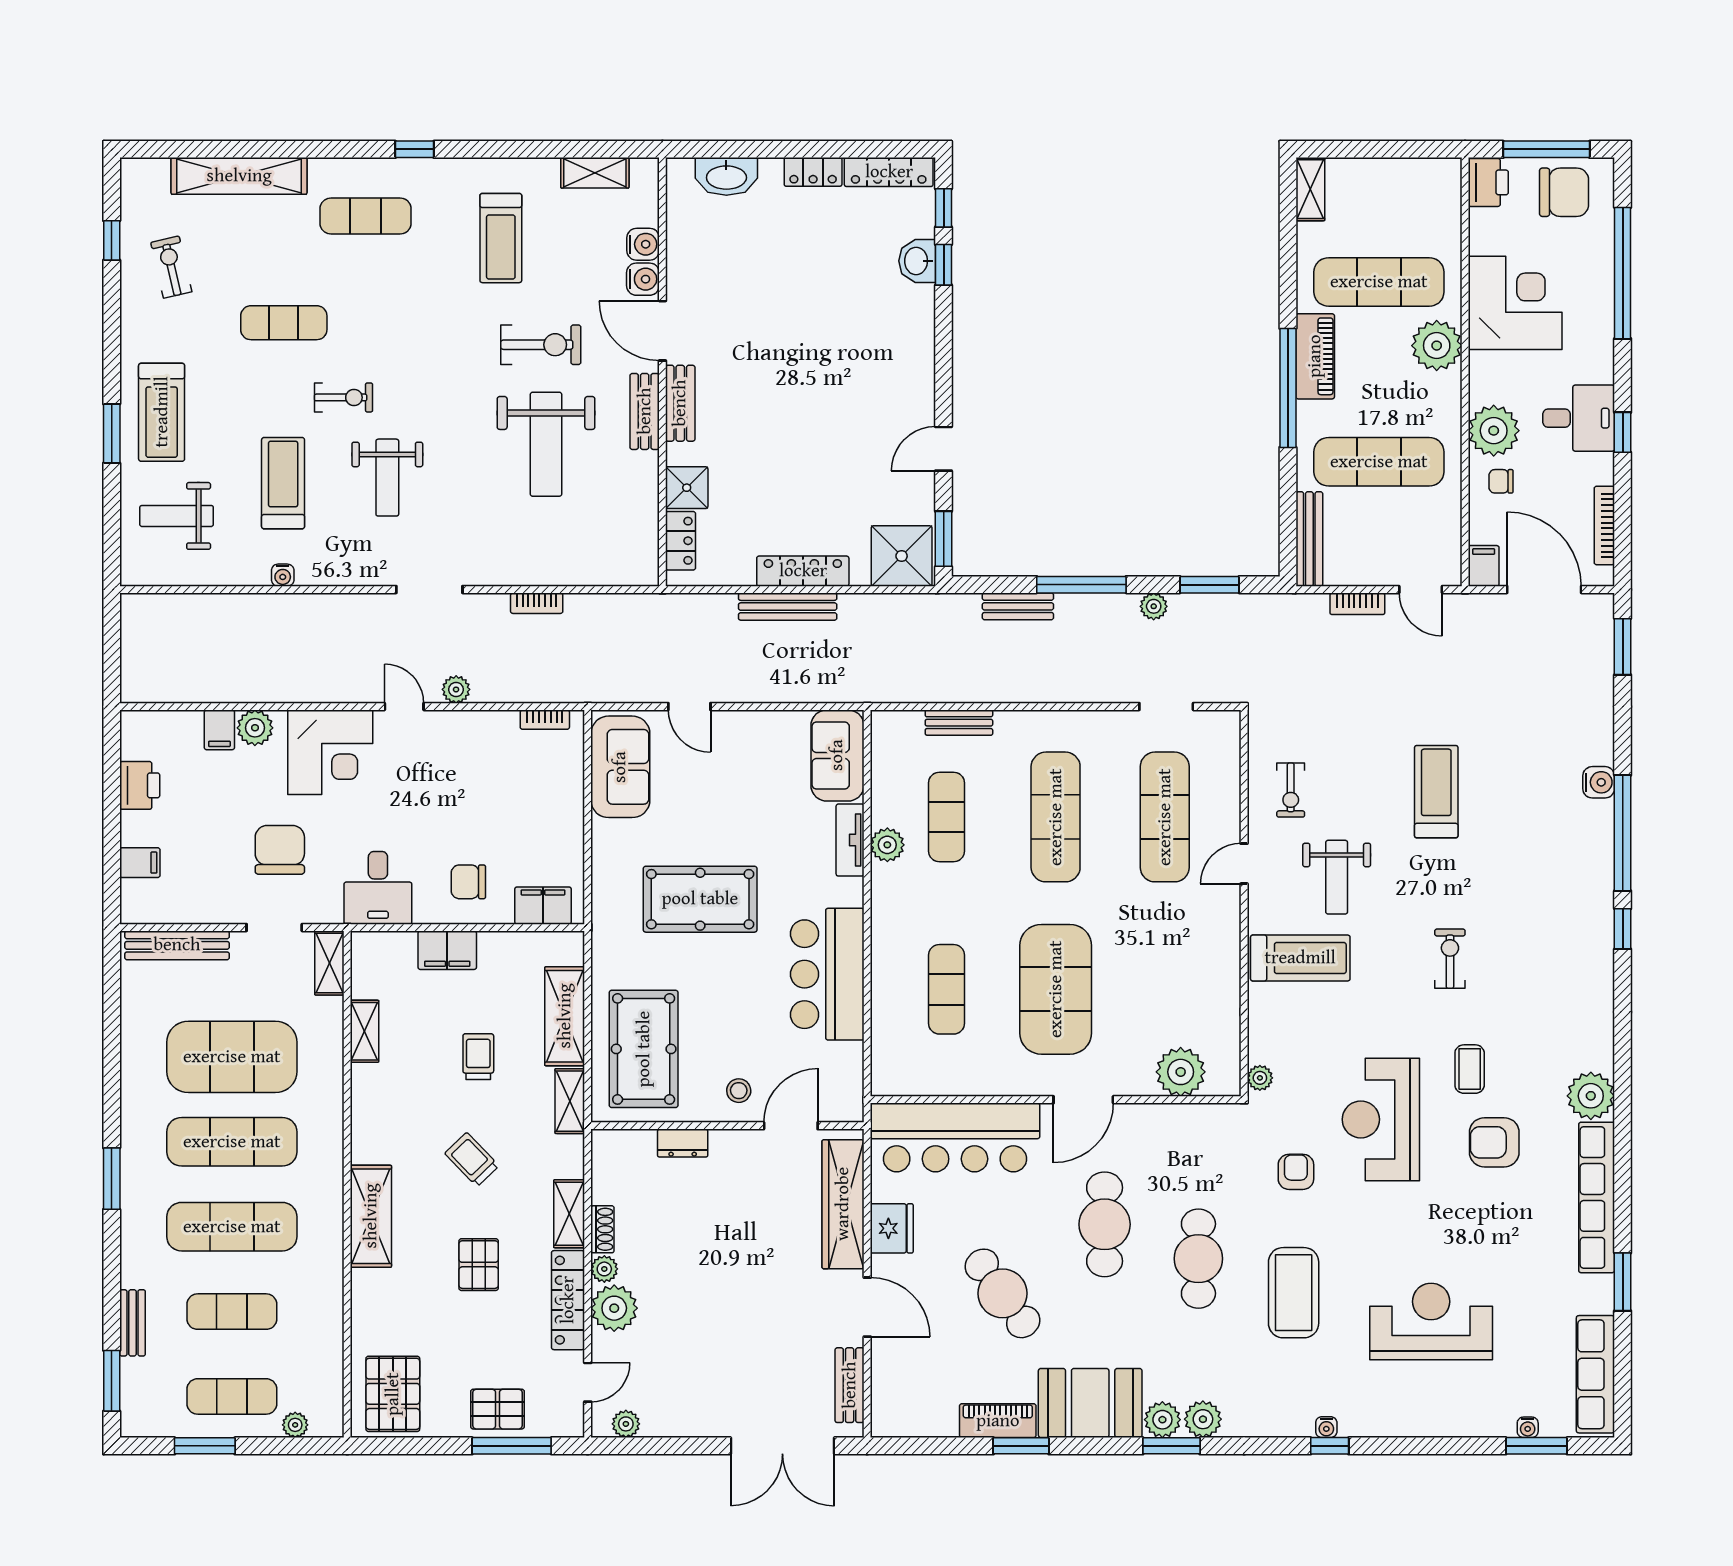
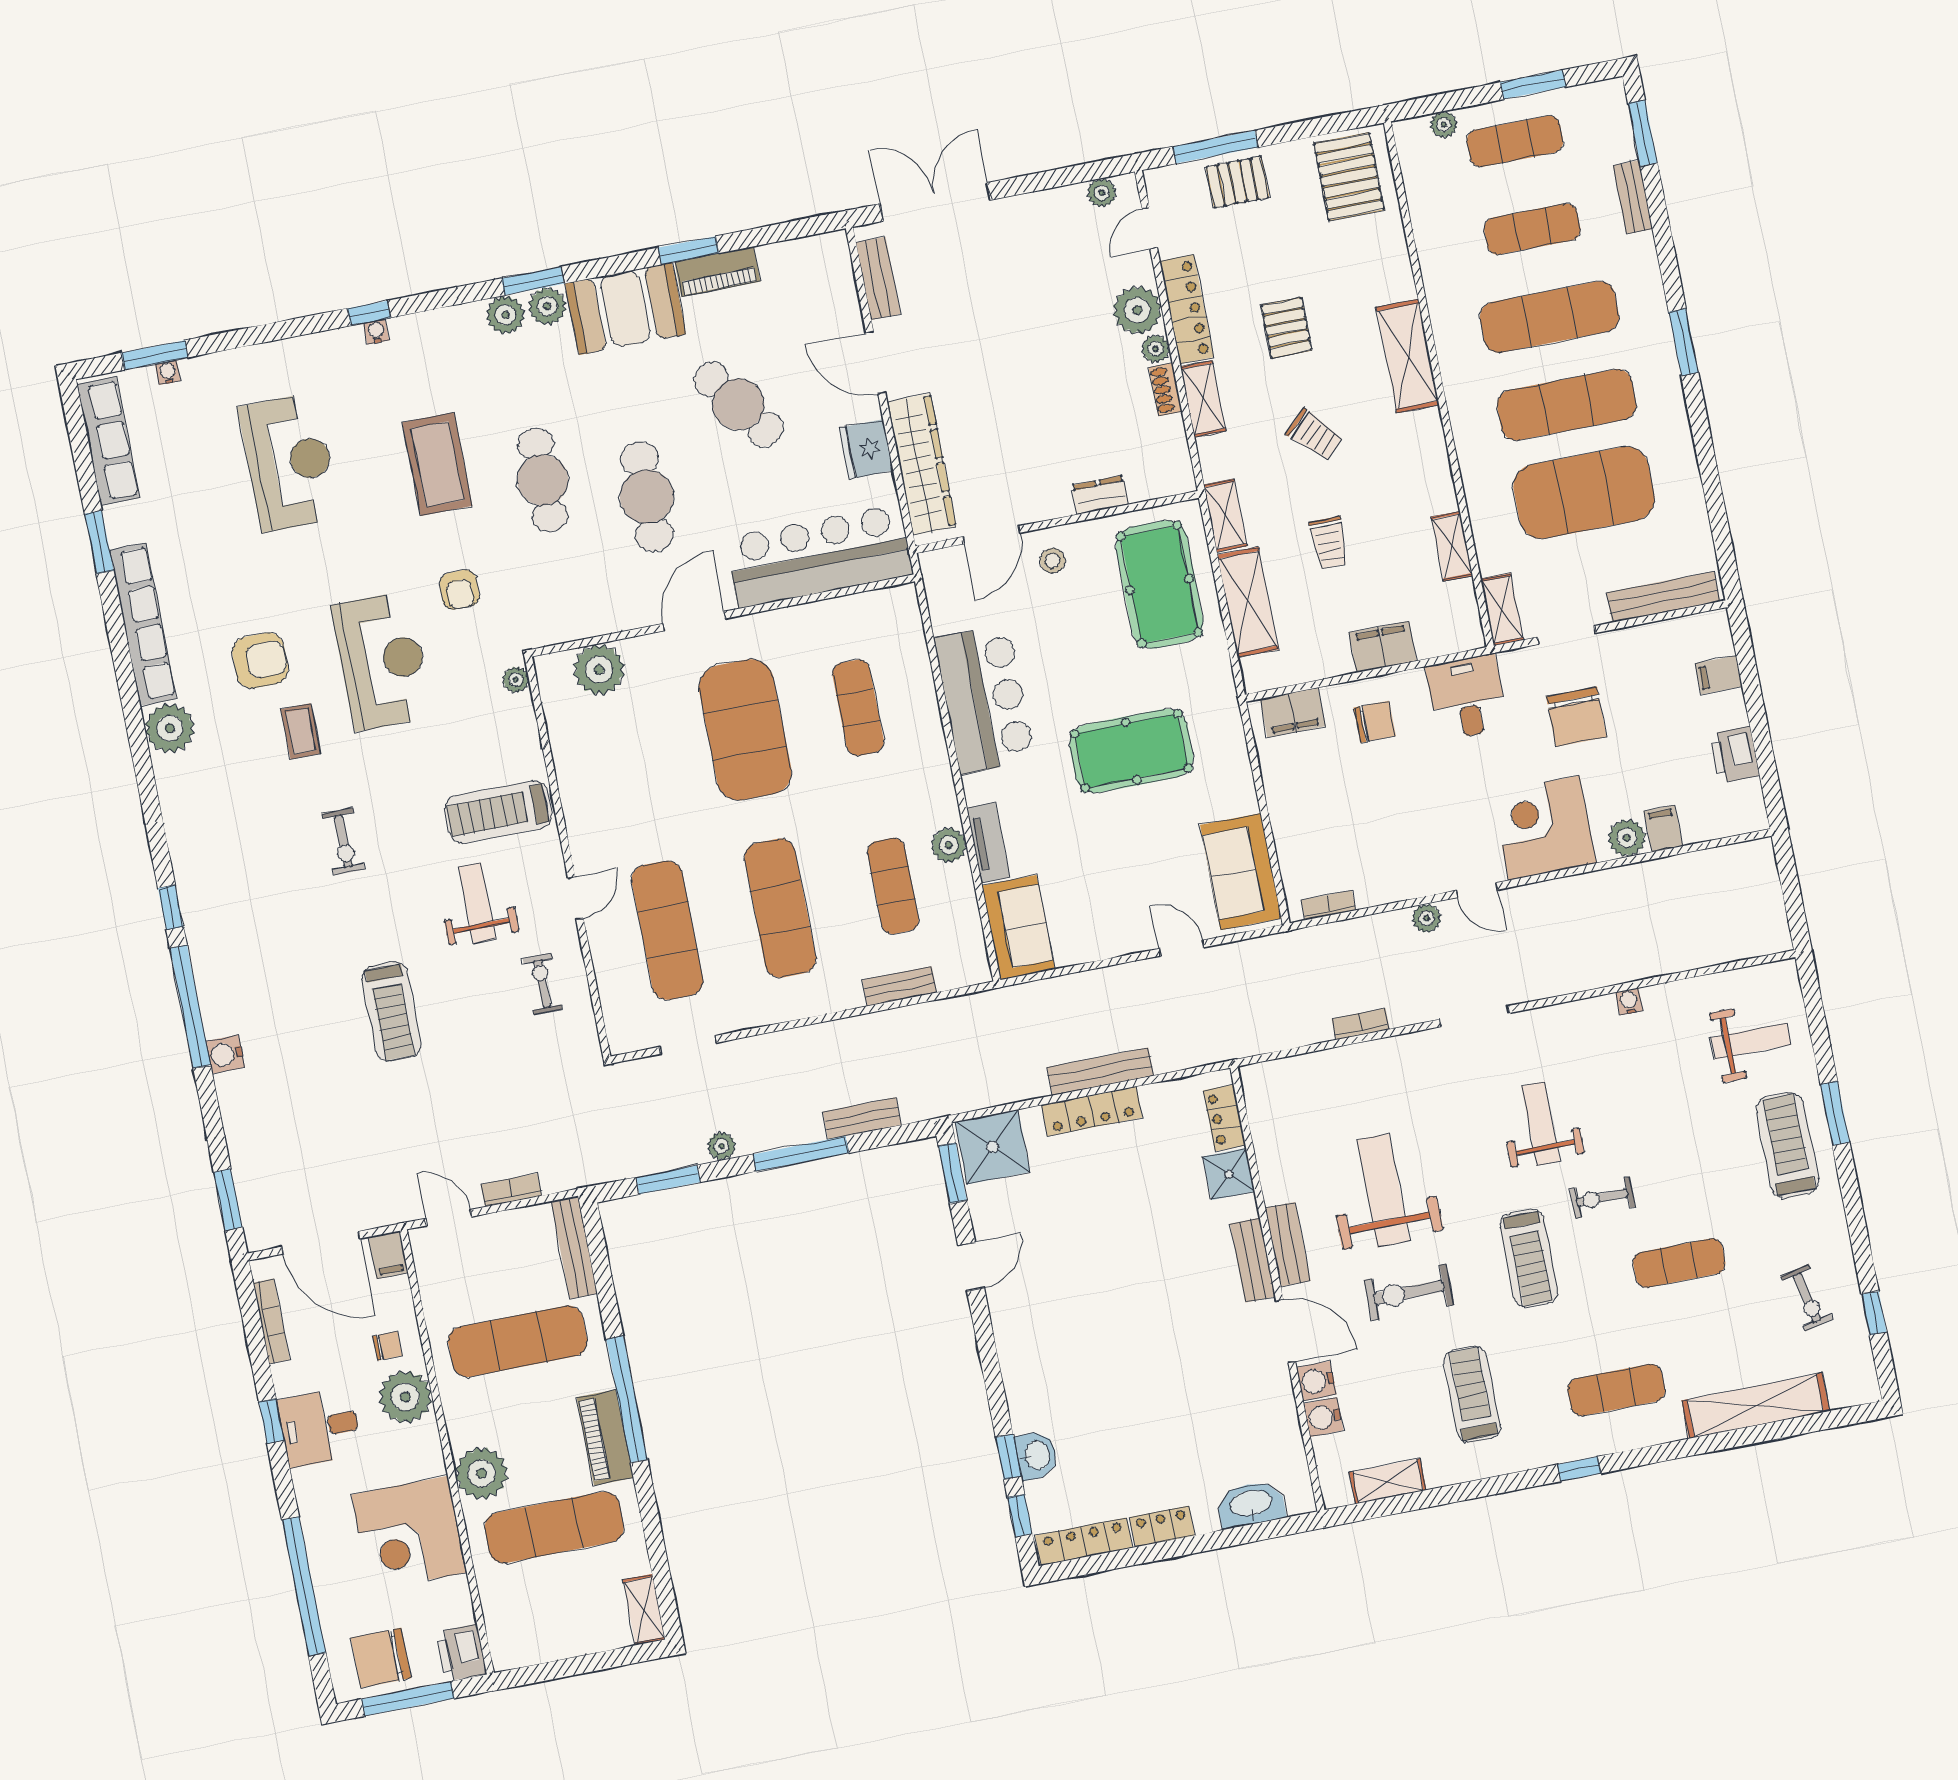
treadmill: (283, 483) -> (1529, 1258), moved
reception desk: (1431, 1322) -> (289, 462), turned -90

